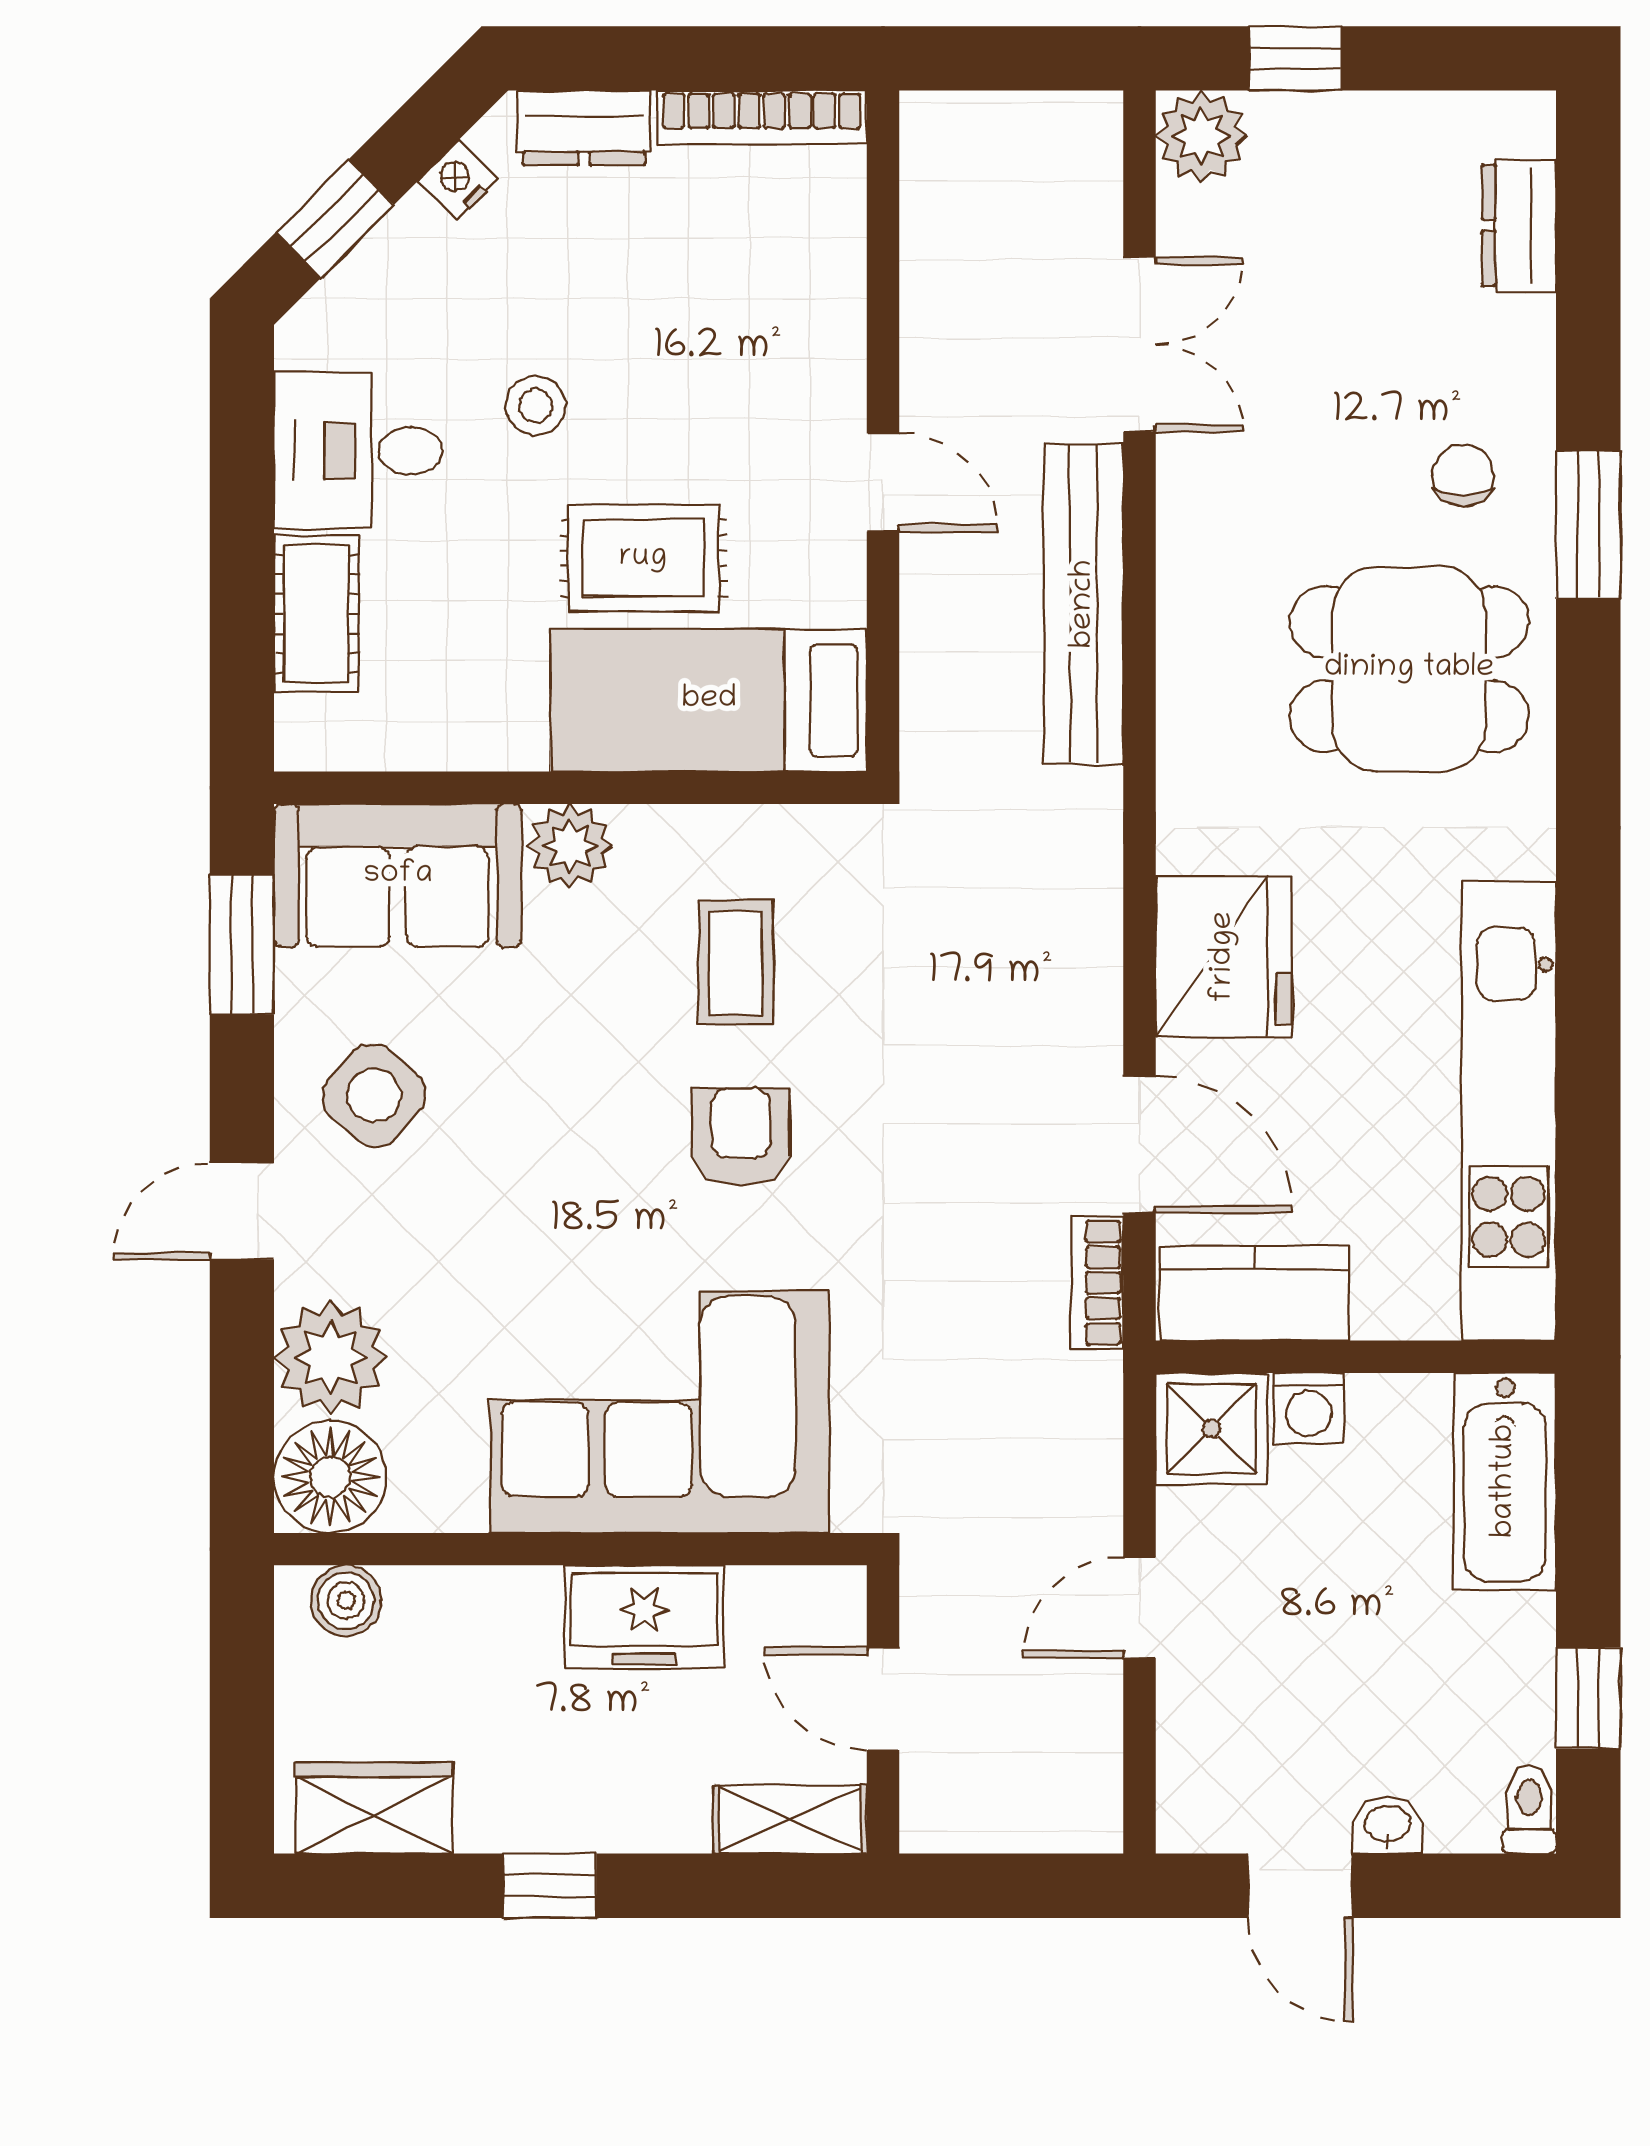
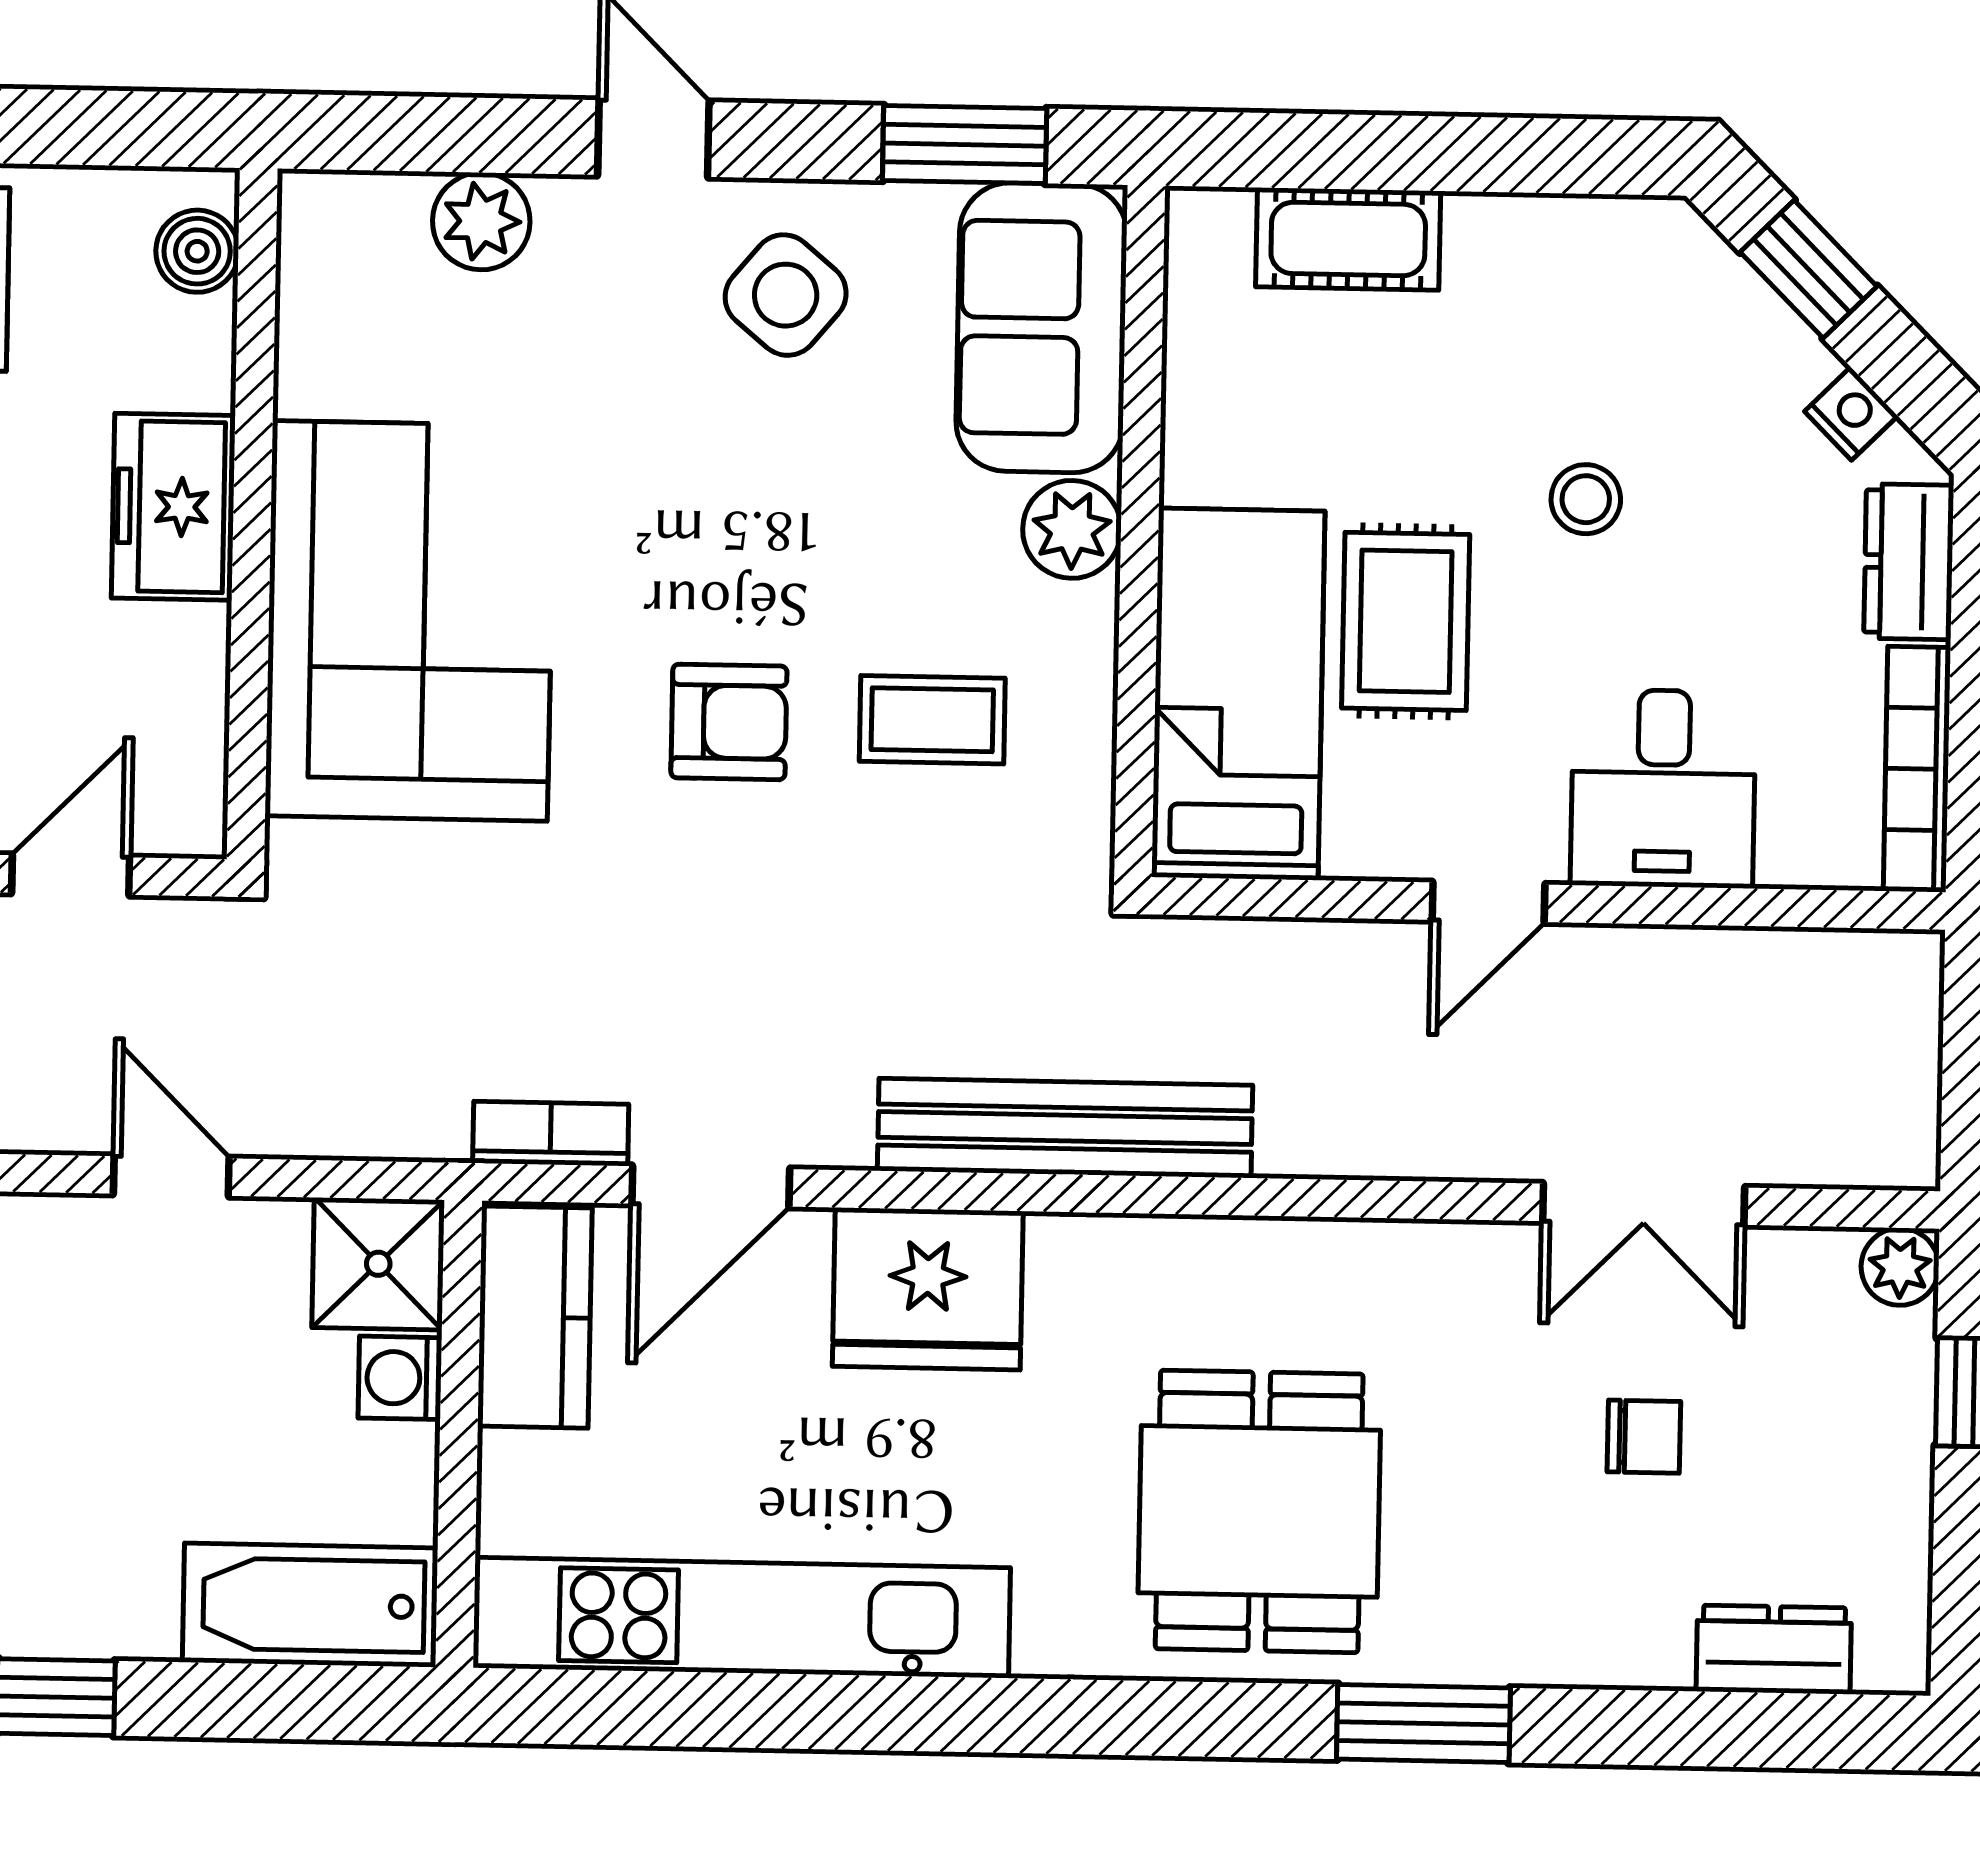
plant: (1201, 136) -> (1900, 1267), width x0.73, depth x0.73
desk: (358, 451) -> (1663, 789), moved, turned 180
chair: (1463, 476) -> (1644, 1437), moved
bench: (1084, 604) -> (1065, 1128), moved
plant: (331, 1357) -> (481, 221), width x0.73, depth x0.73
floor lamp: (330, 1477) -> (342, 235), removed
freezer: (644, 1617) -> (173, 507), moved

